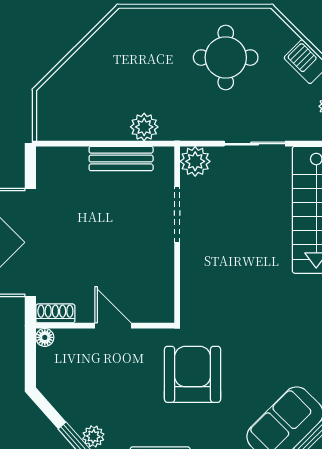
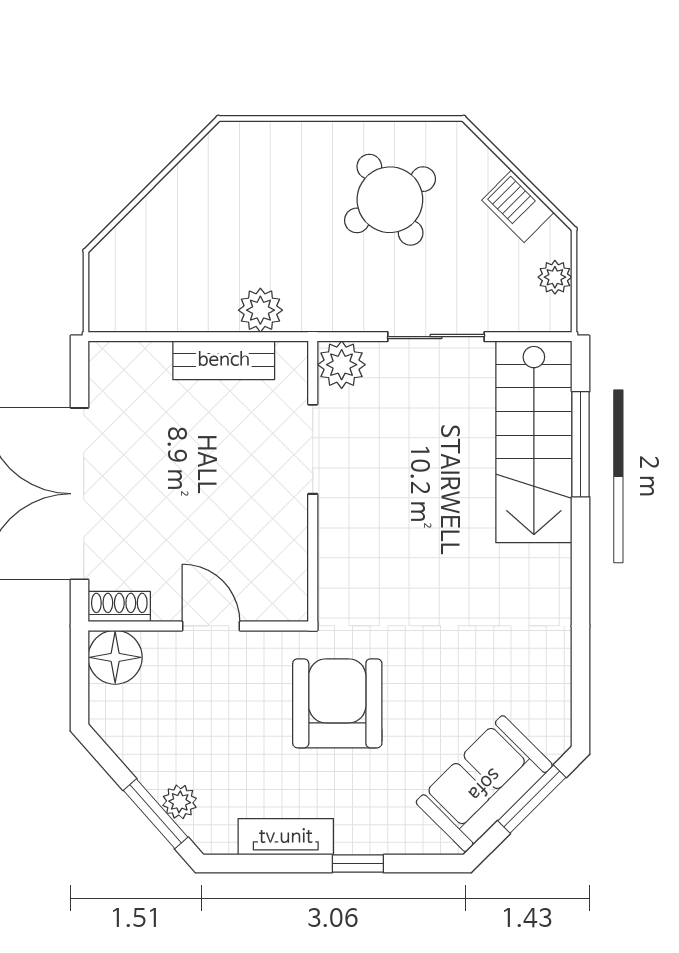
round table: (226, 58) -> (390, 200), turned -32
floor lamp: (45, 337) -> (115, 657), width x1.89, depth x1.89

